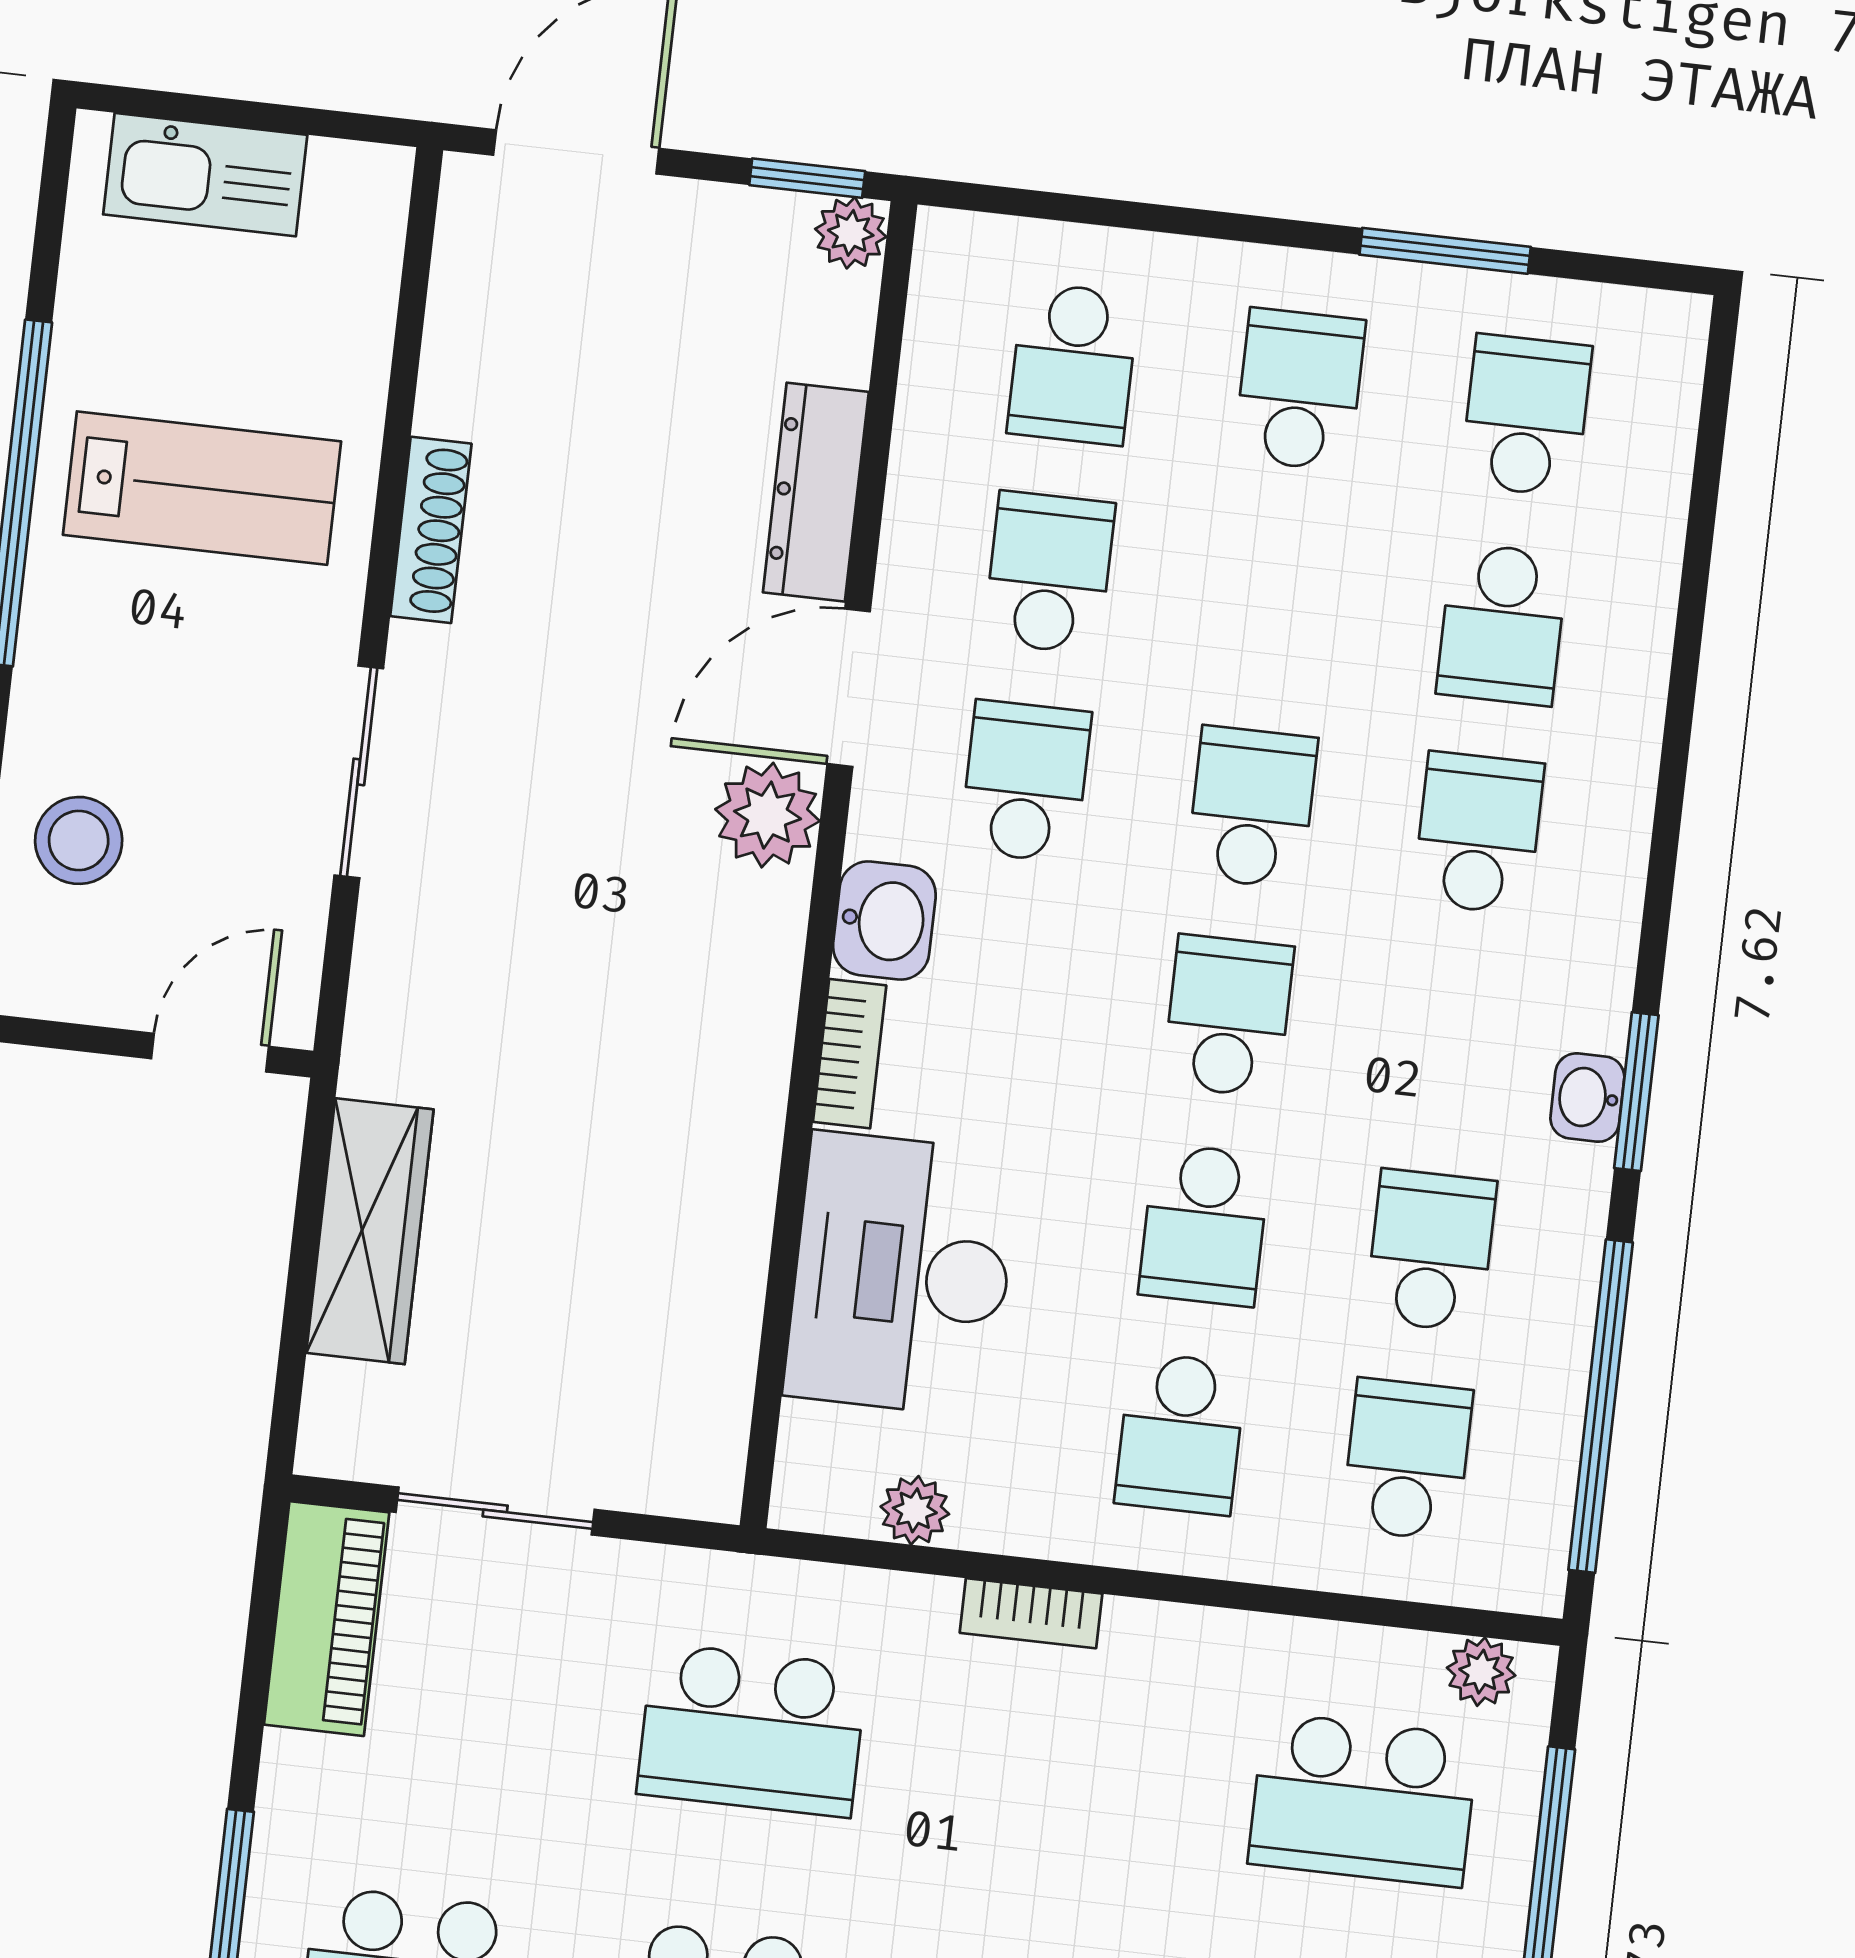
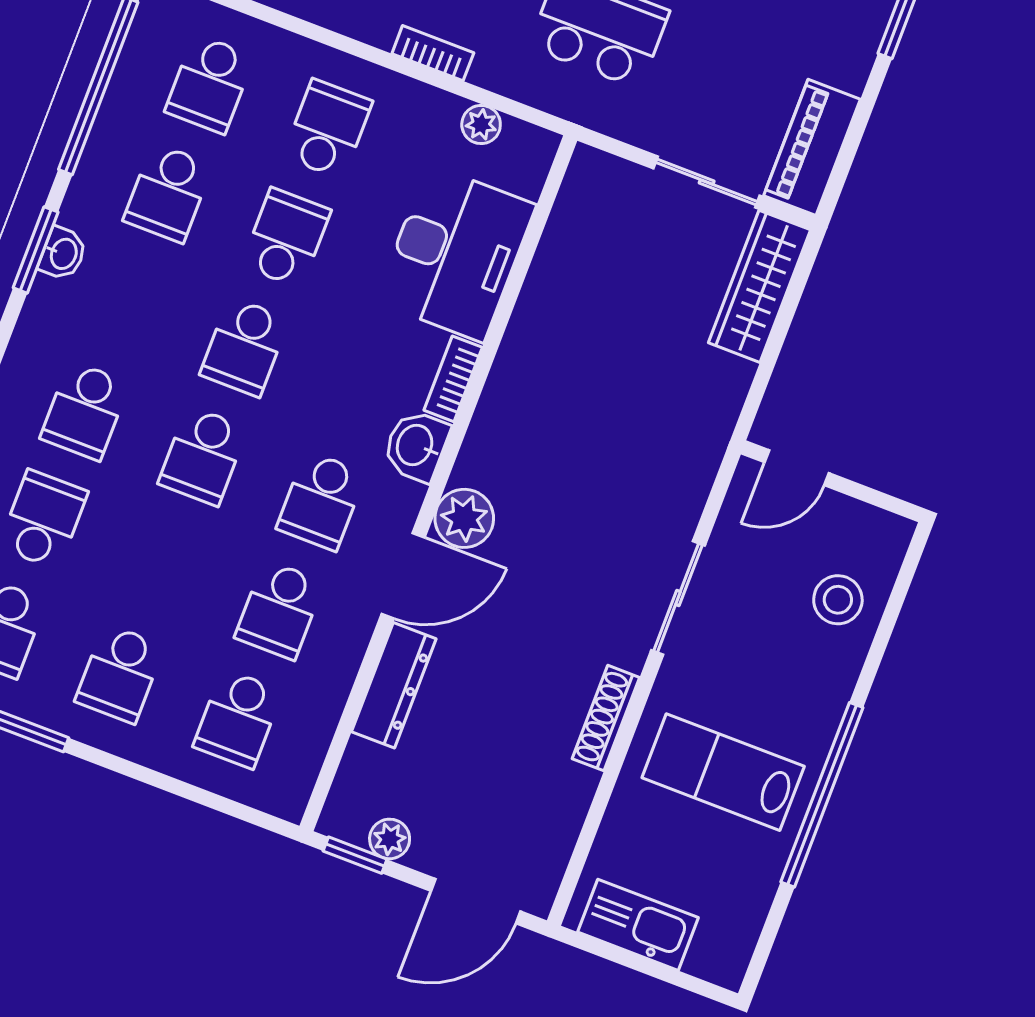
kitchen sink: (205, 175) -> (638, 925), moved
plant: (851, 233) -> (390, 839), moved
school desk: (1073, 364) -> (238, 719), turned 180
wardrobe: (370, 1231) -> (759, 286), moved

